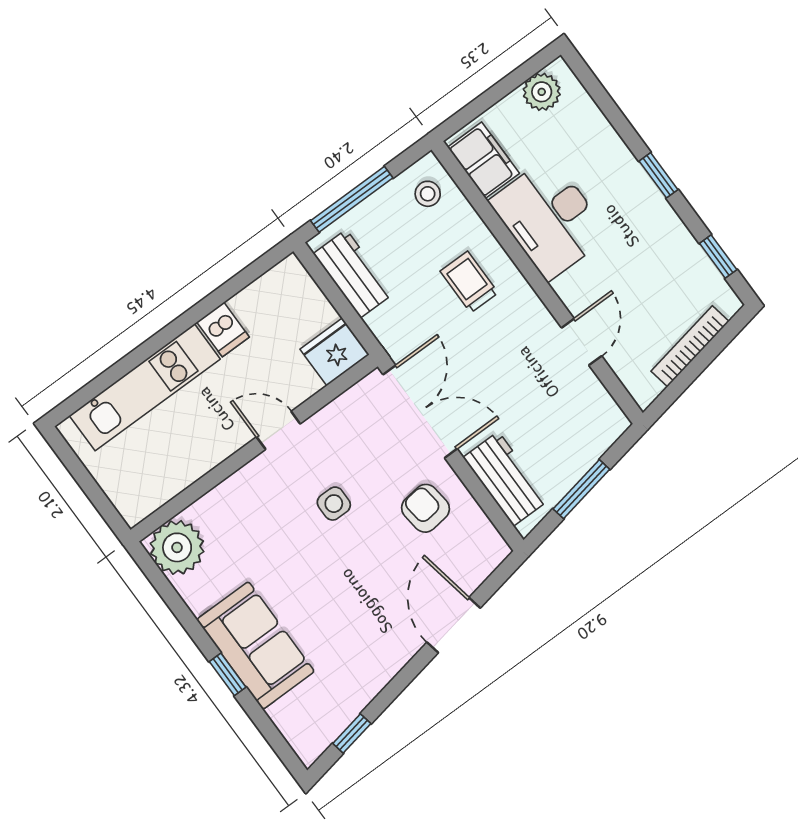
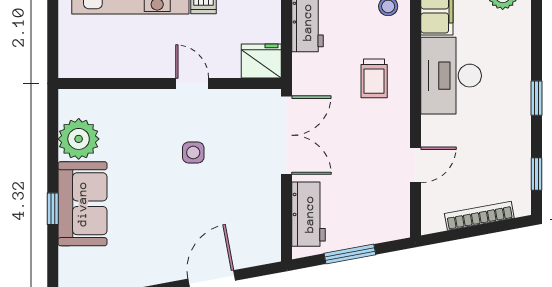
trolley: (469, 282) -> (374, 78), turned 180
armchair: (425, 508) -> (247, 196), removed
plant: (177, 547) -> (79, 139), moved

